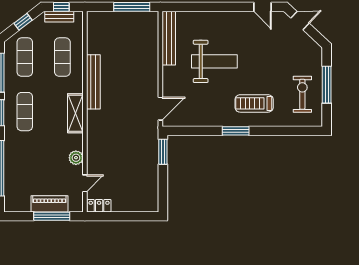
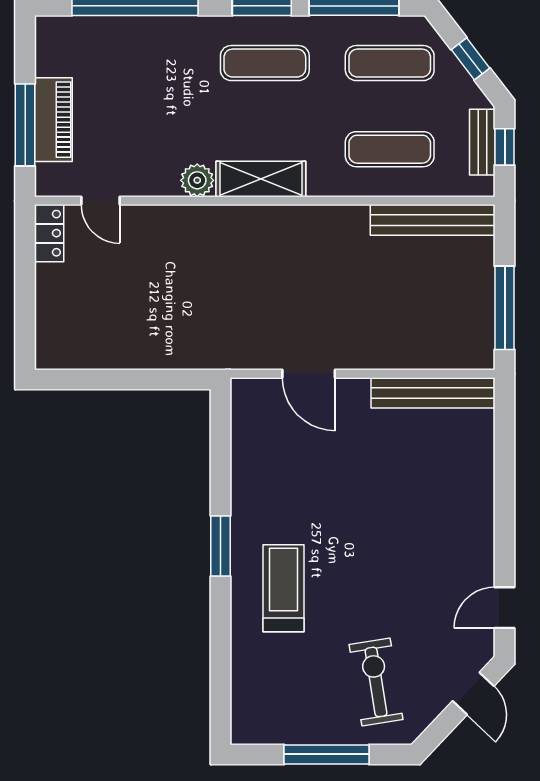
weight bench: (214, 61) -> (380, 497), removed
bench: (93, 82) -> (433, 220), moved
exercise bike: (302, 94) -> (376, 682), moved, turned -99
door: (160, 109) -> (309, 374), moved
window: (163, 152) -> (173, 379), removed
plant: (76, 158) -> (197, 180), moved

